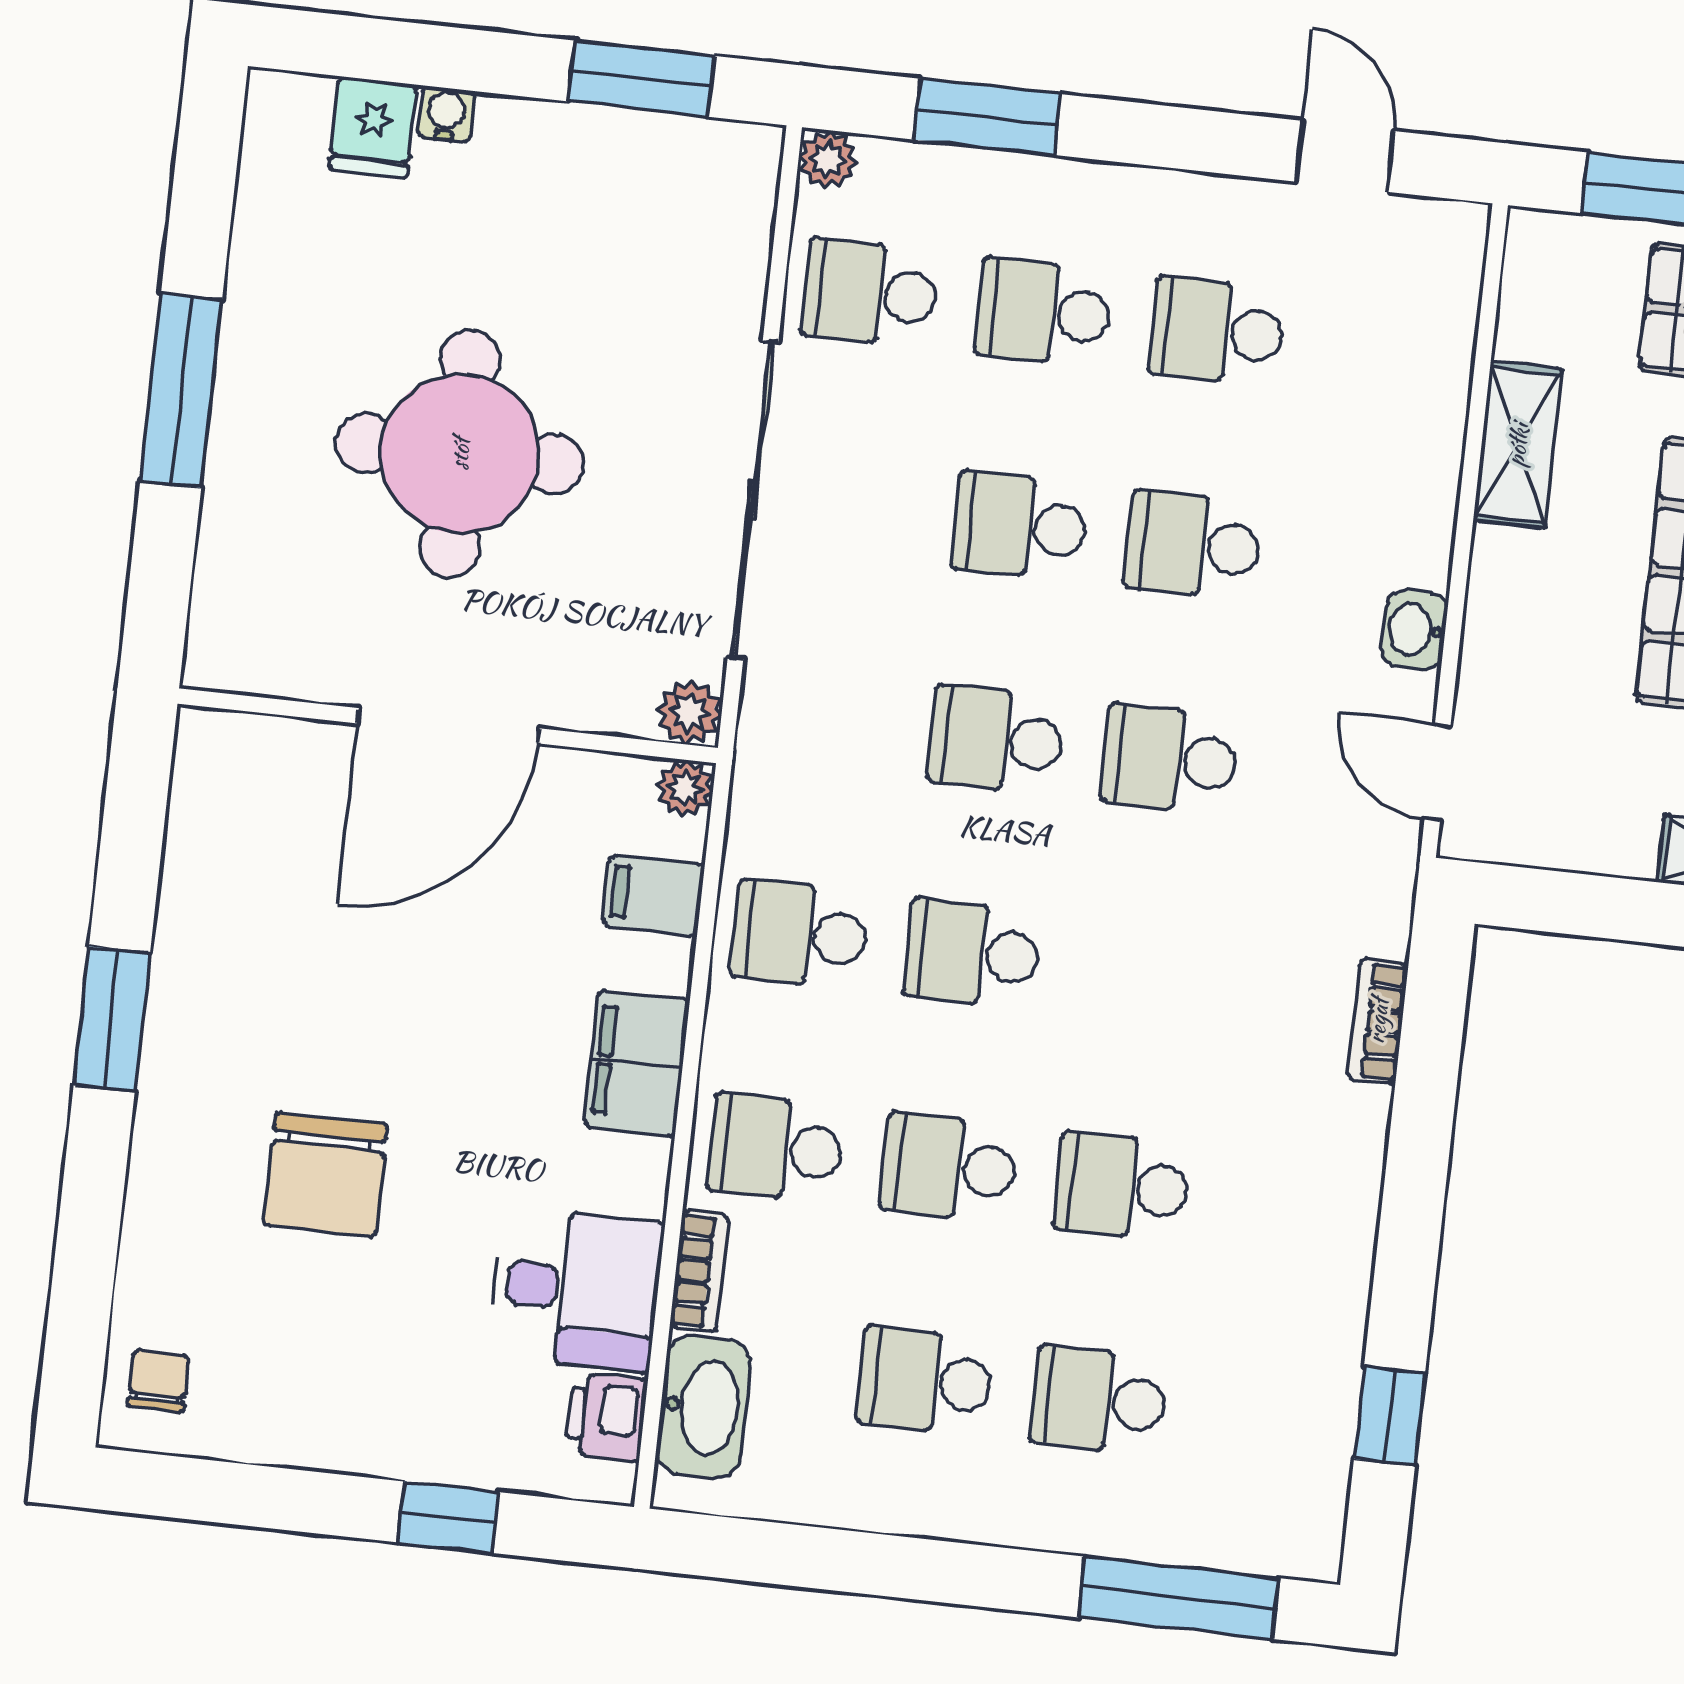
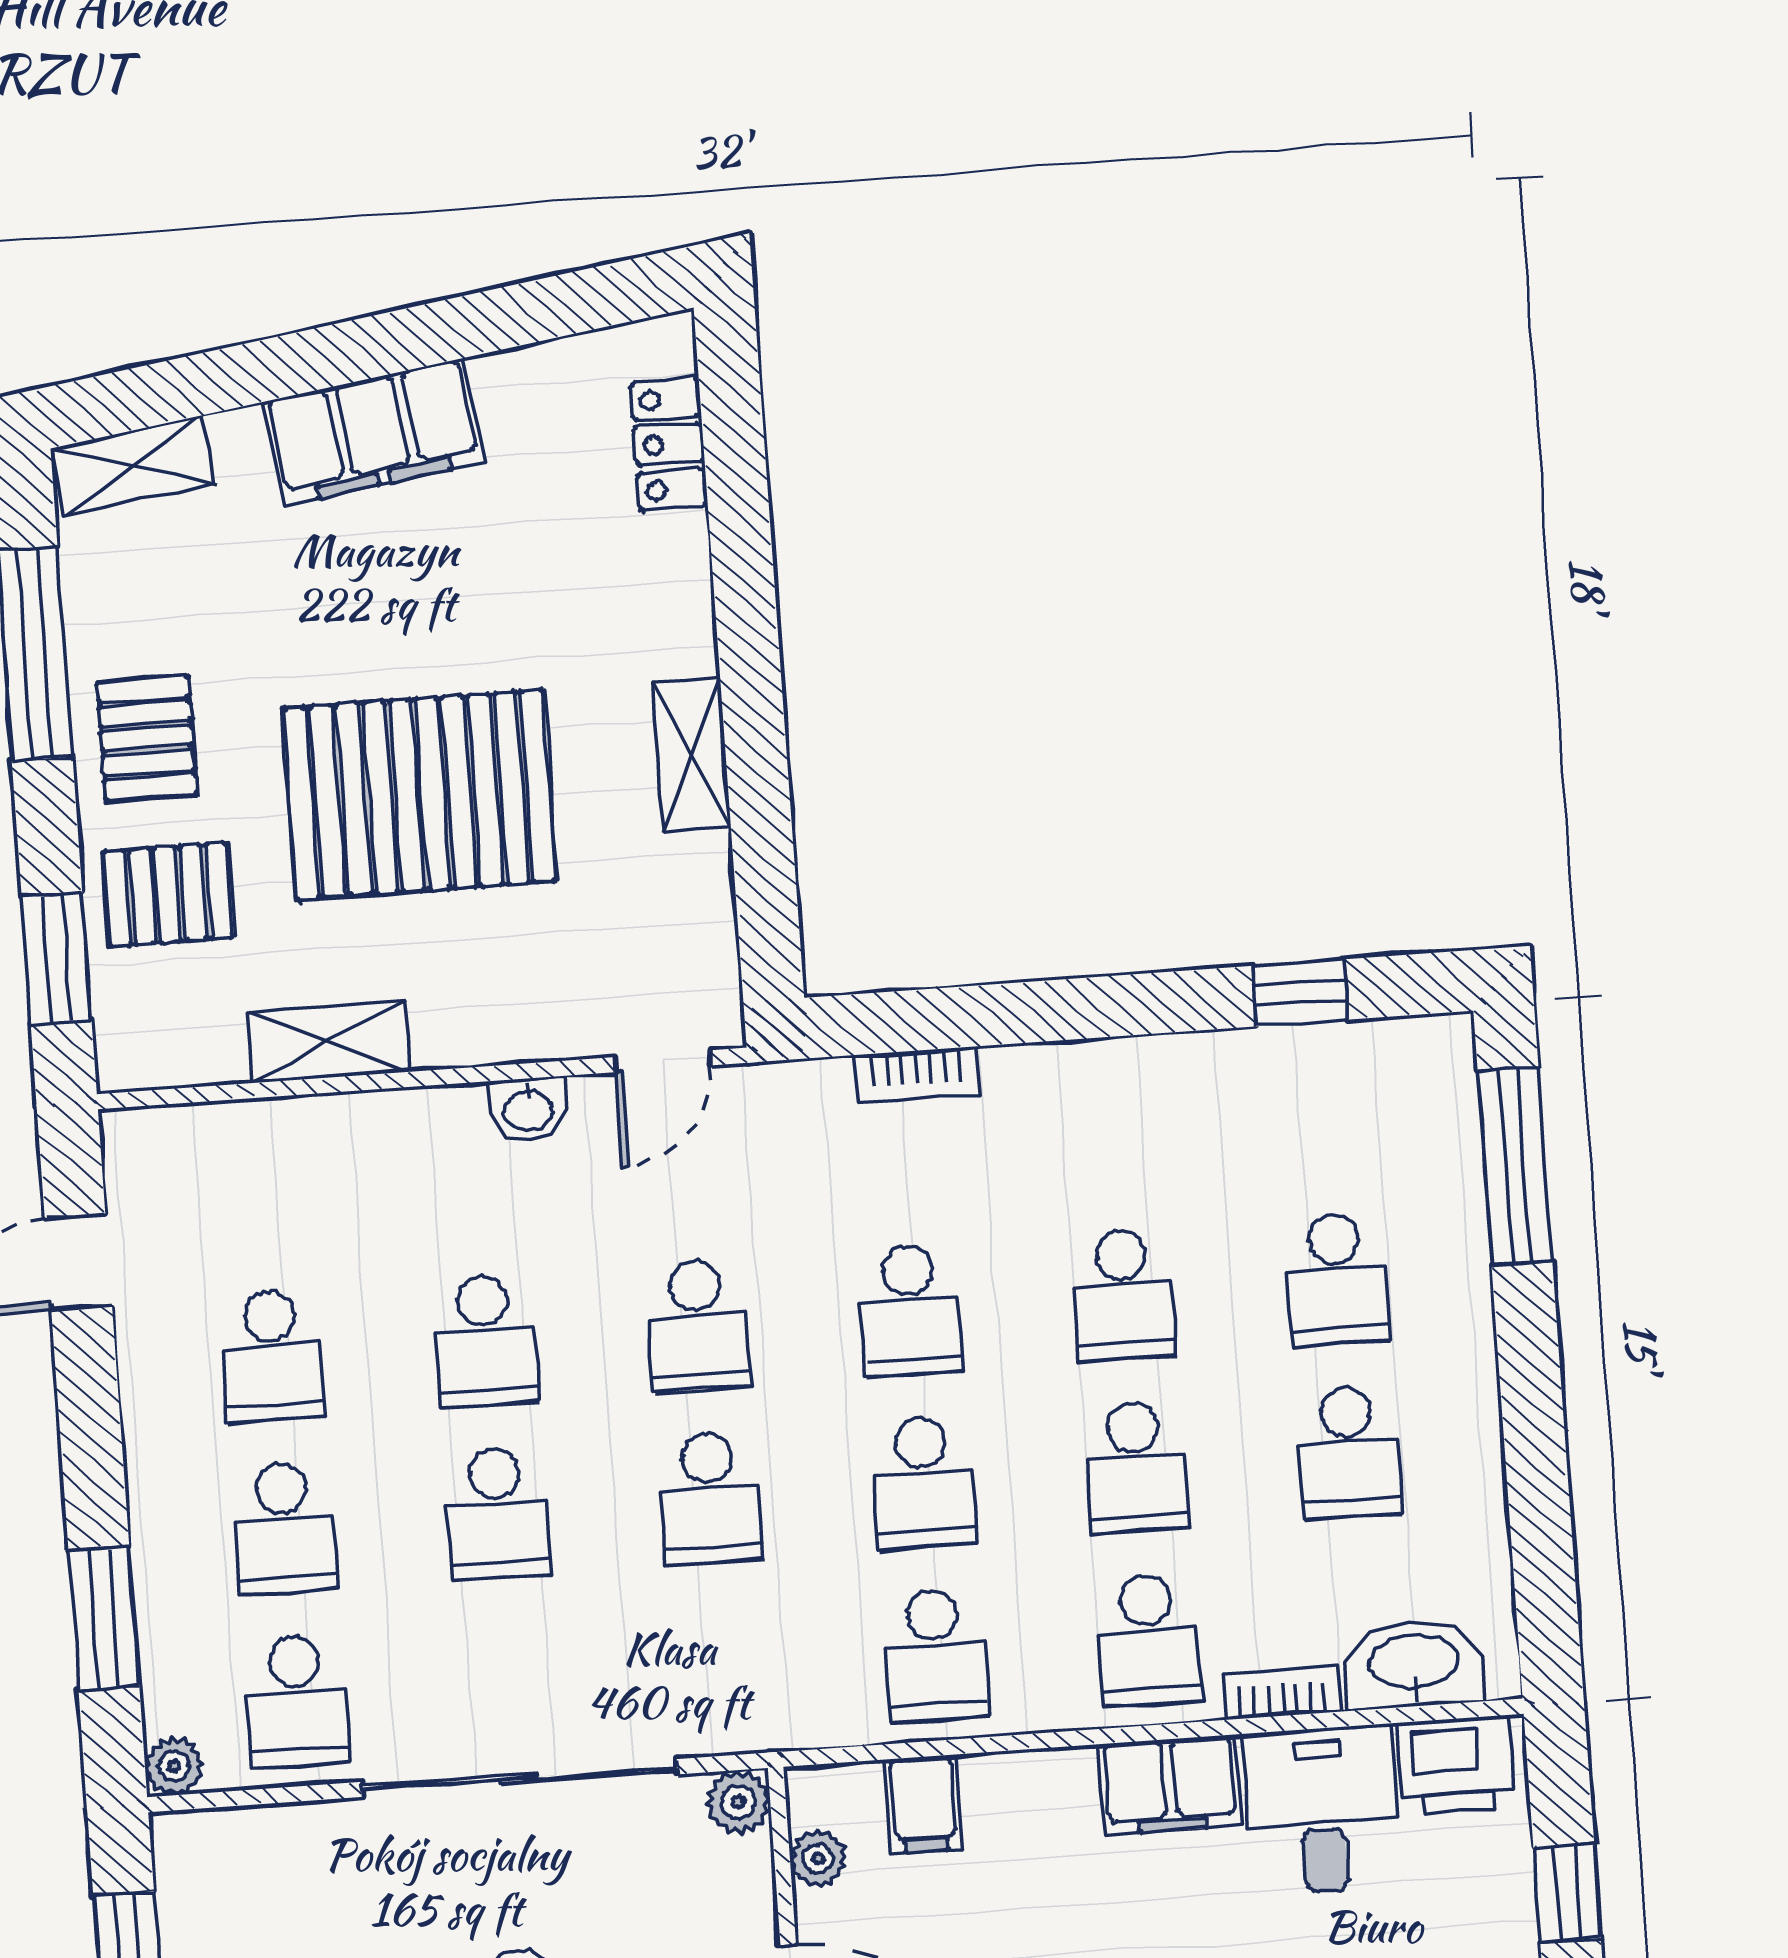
plant: (685, 788) -> (818, 1858), moved
school desk: (1146, 972) -> (911, 1310), added
filing cabinet: (637, 1063) -> (1170, 1785), moved
printer: (606, 1417) -> (1456, 1765), width x1.36, depth x1.24

